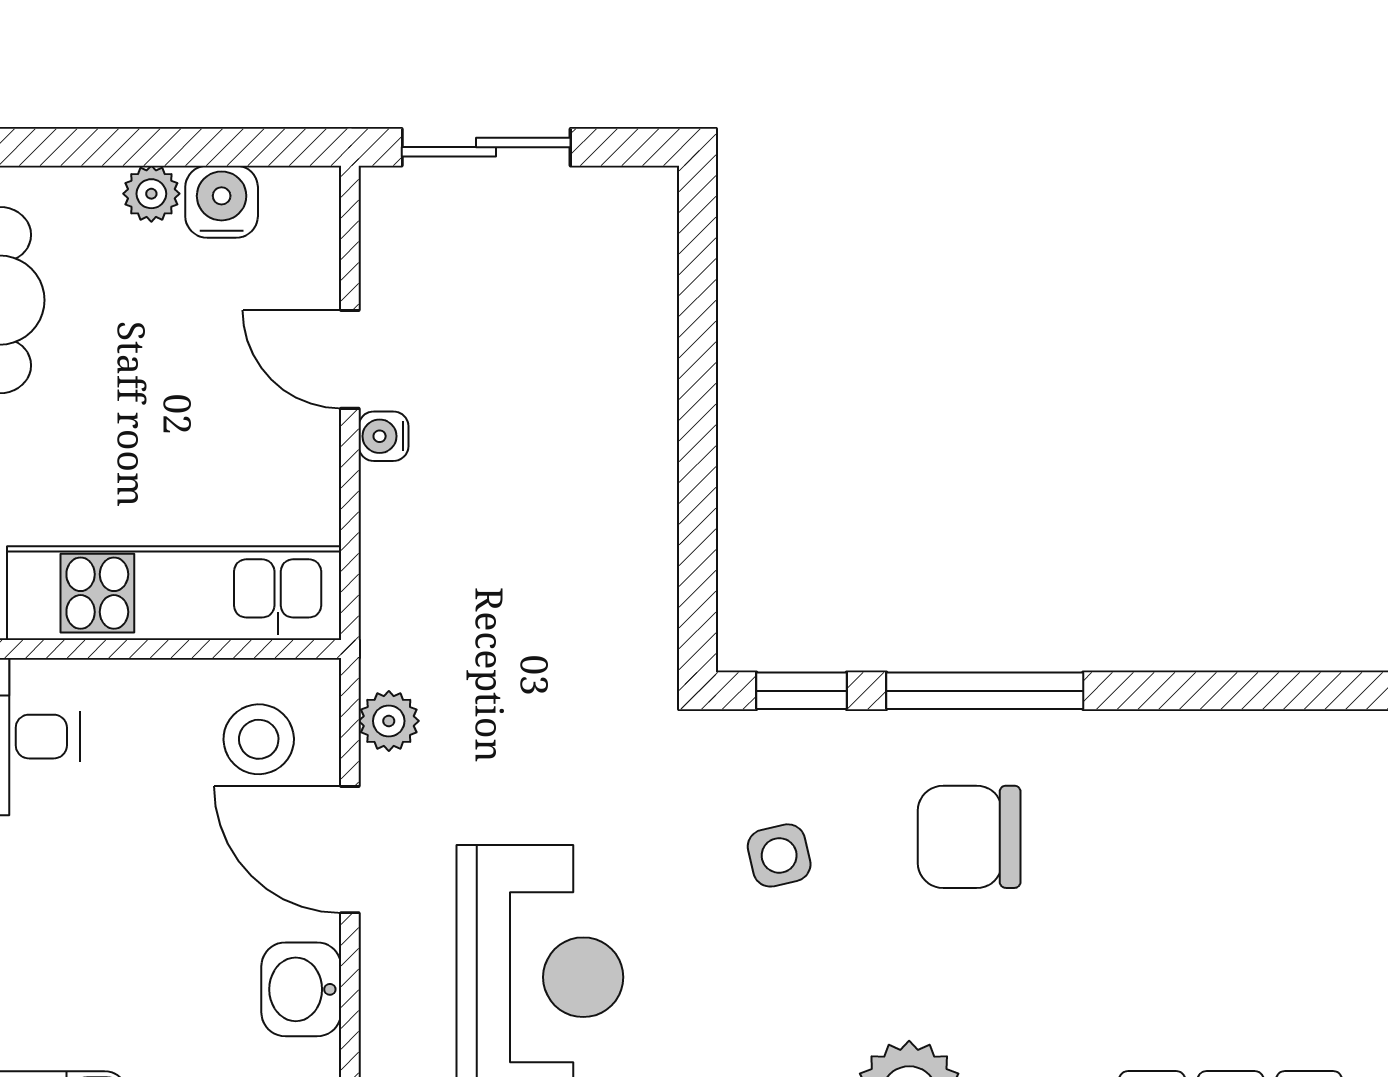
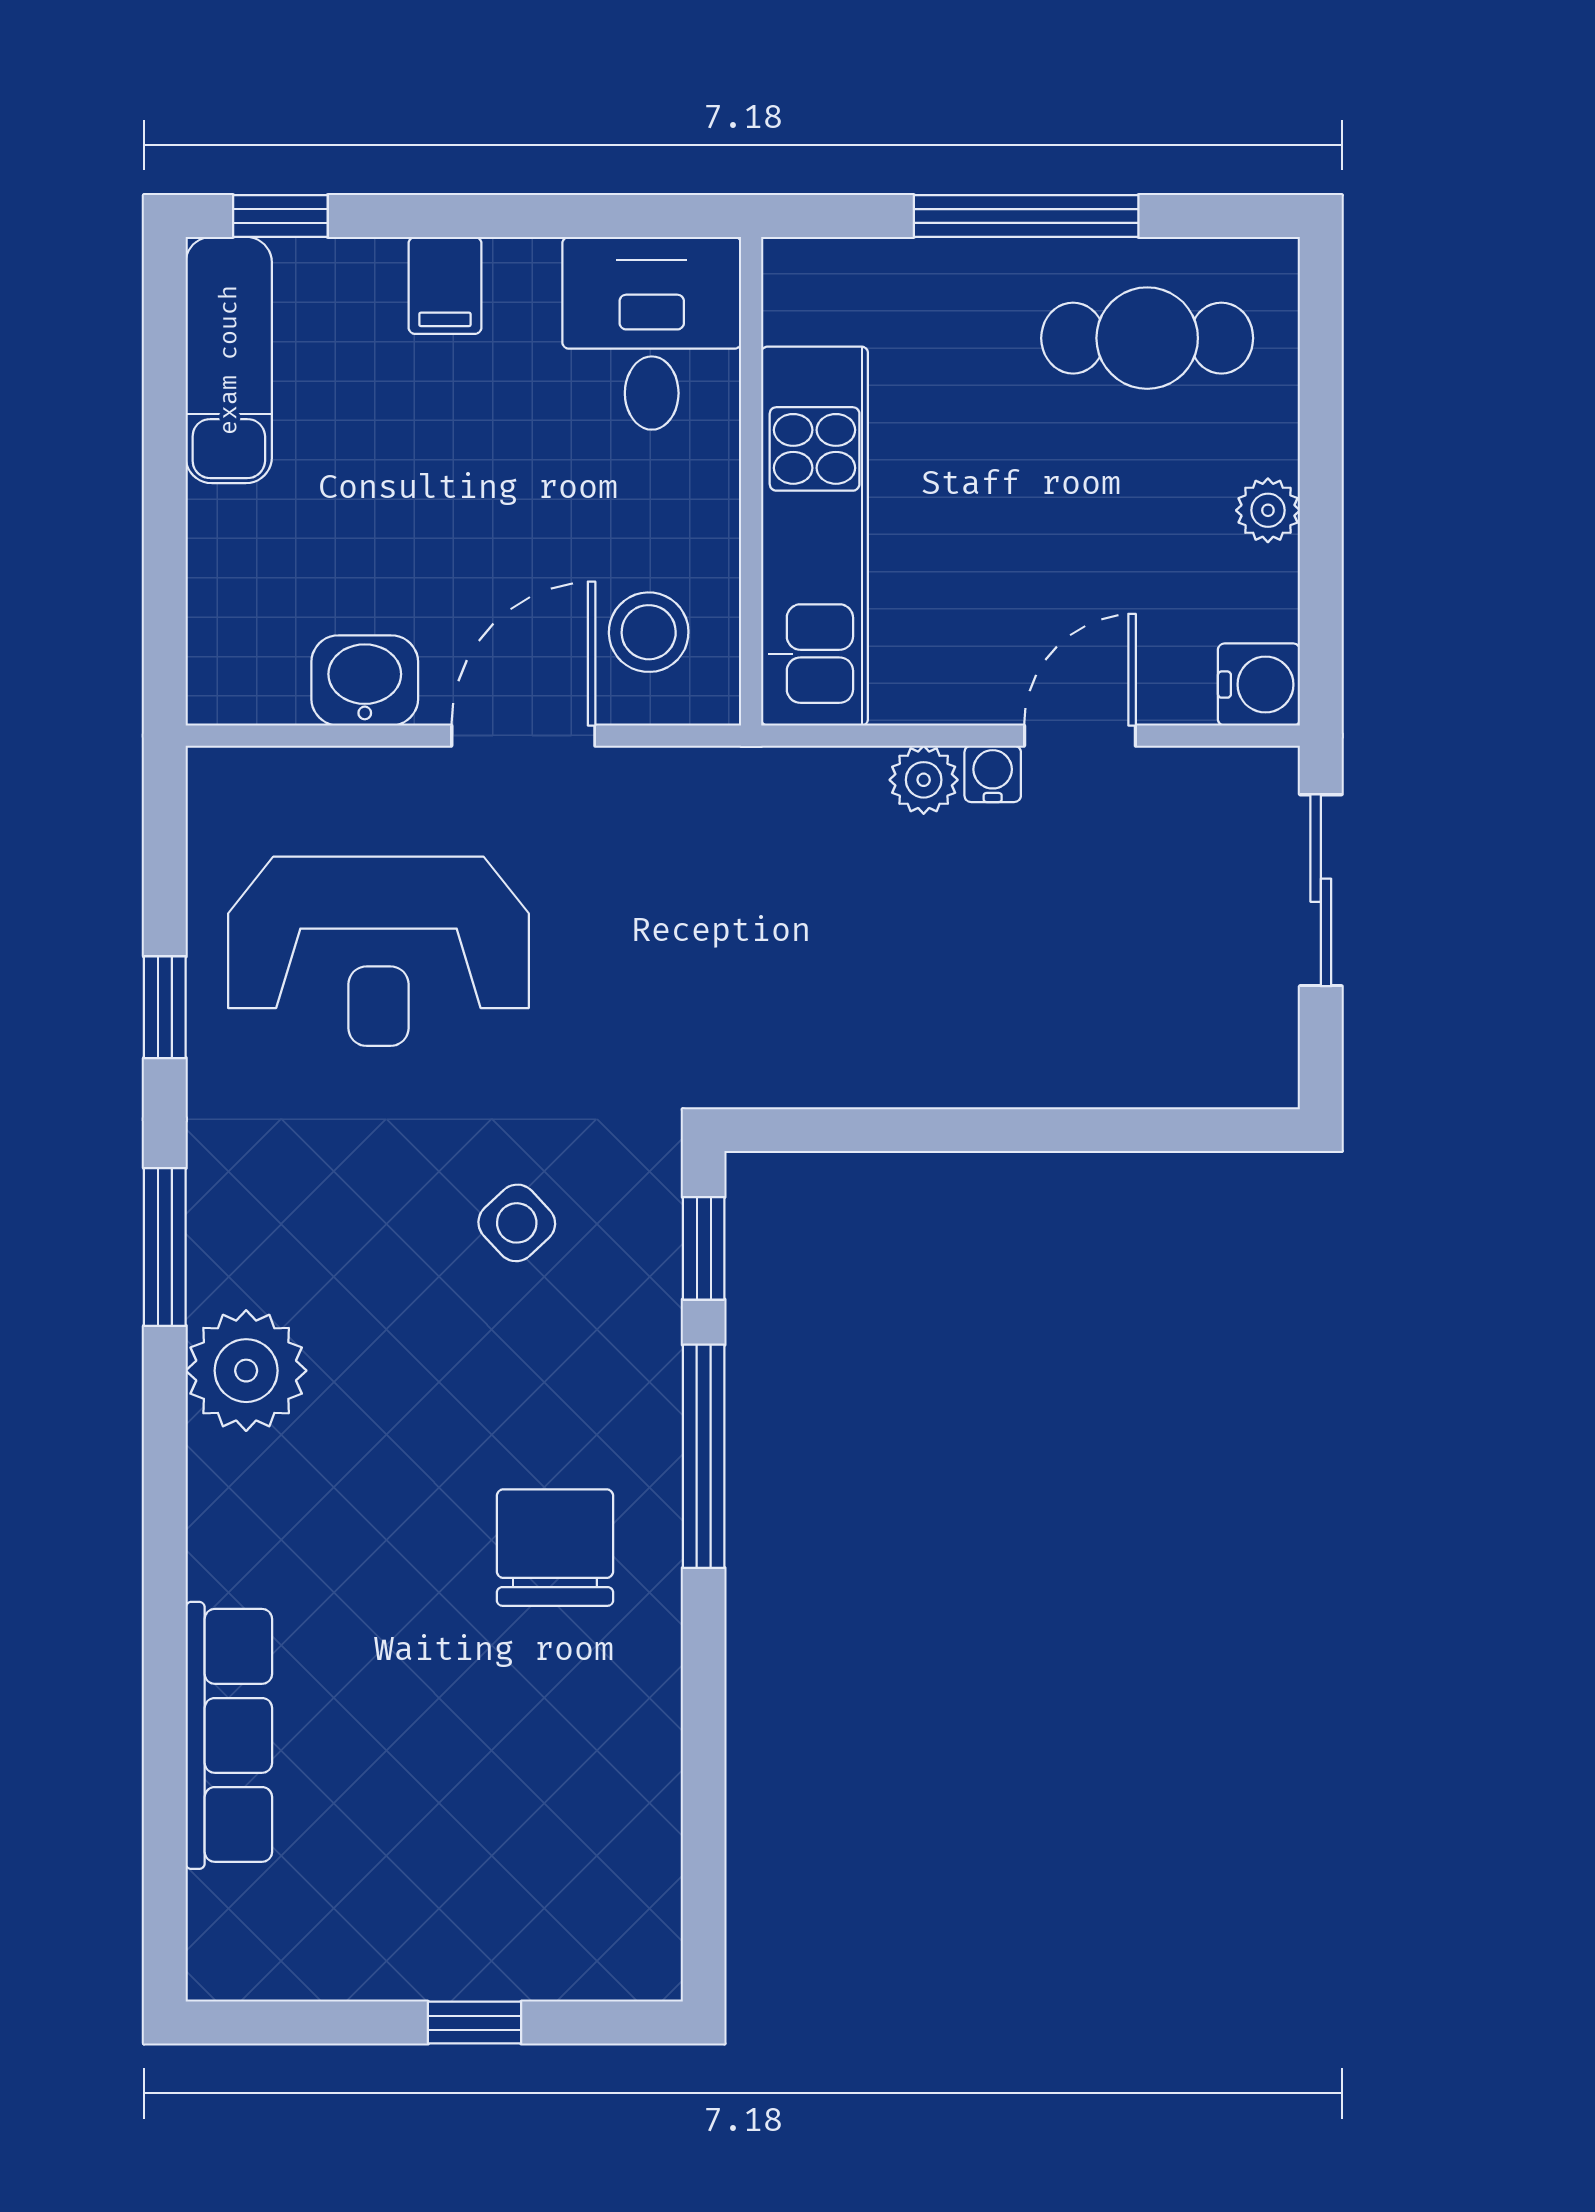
water cooler: (222, 202) -> (1259, 685), moved
plant: (389, 721) -> (924, 780), moved
chair: (969, 837) -> (555, 1548), moved
side table: (779, 855) -> (517, 1223), turned -30

